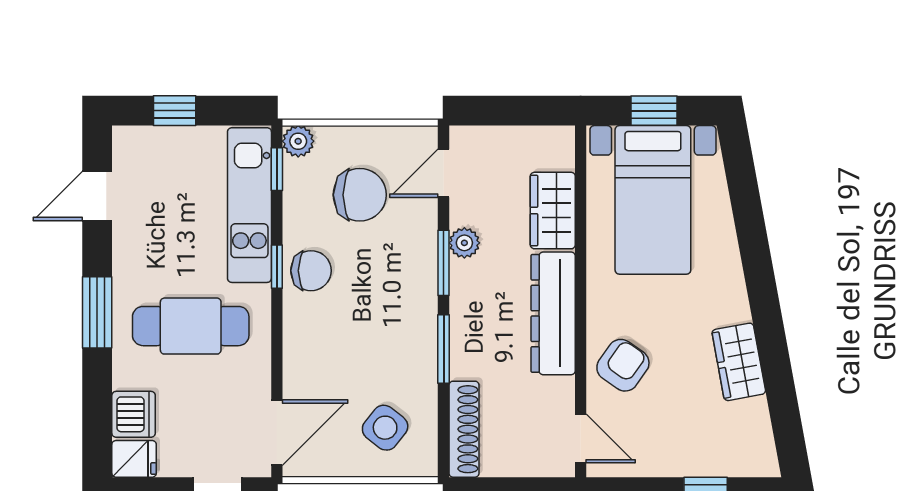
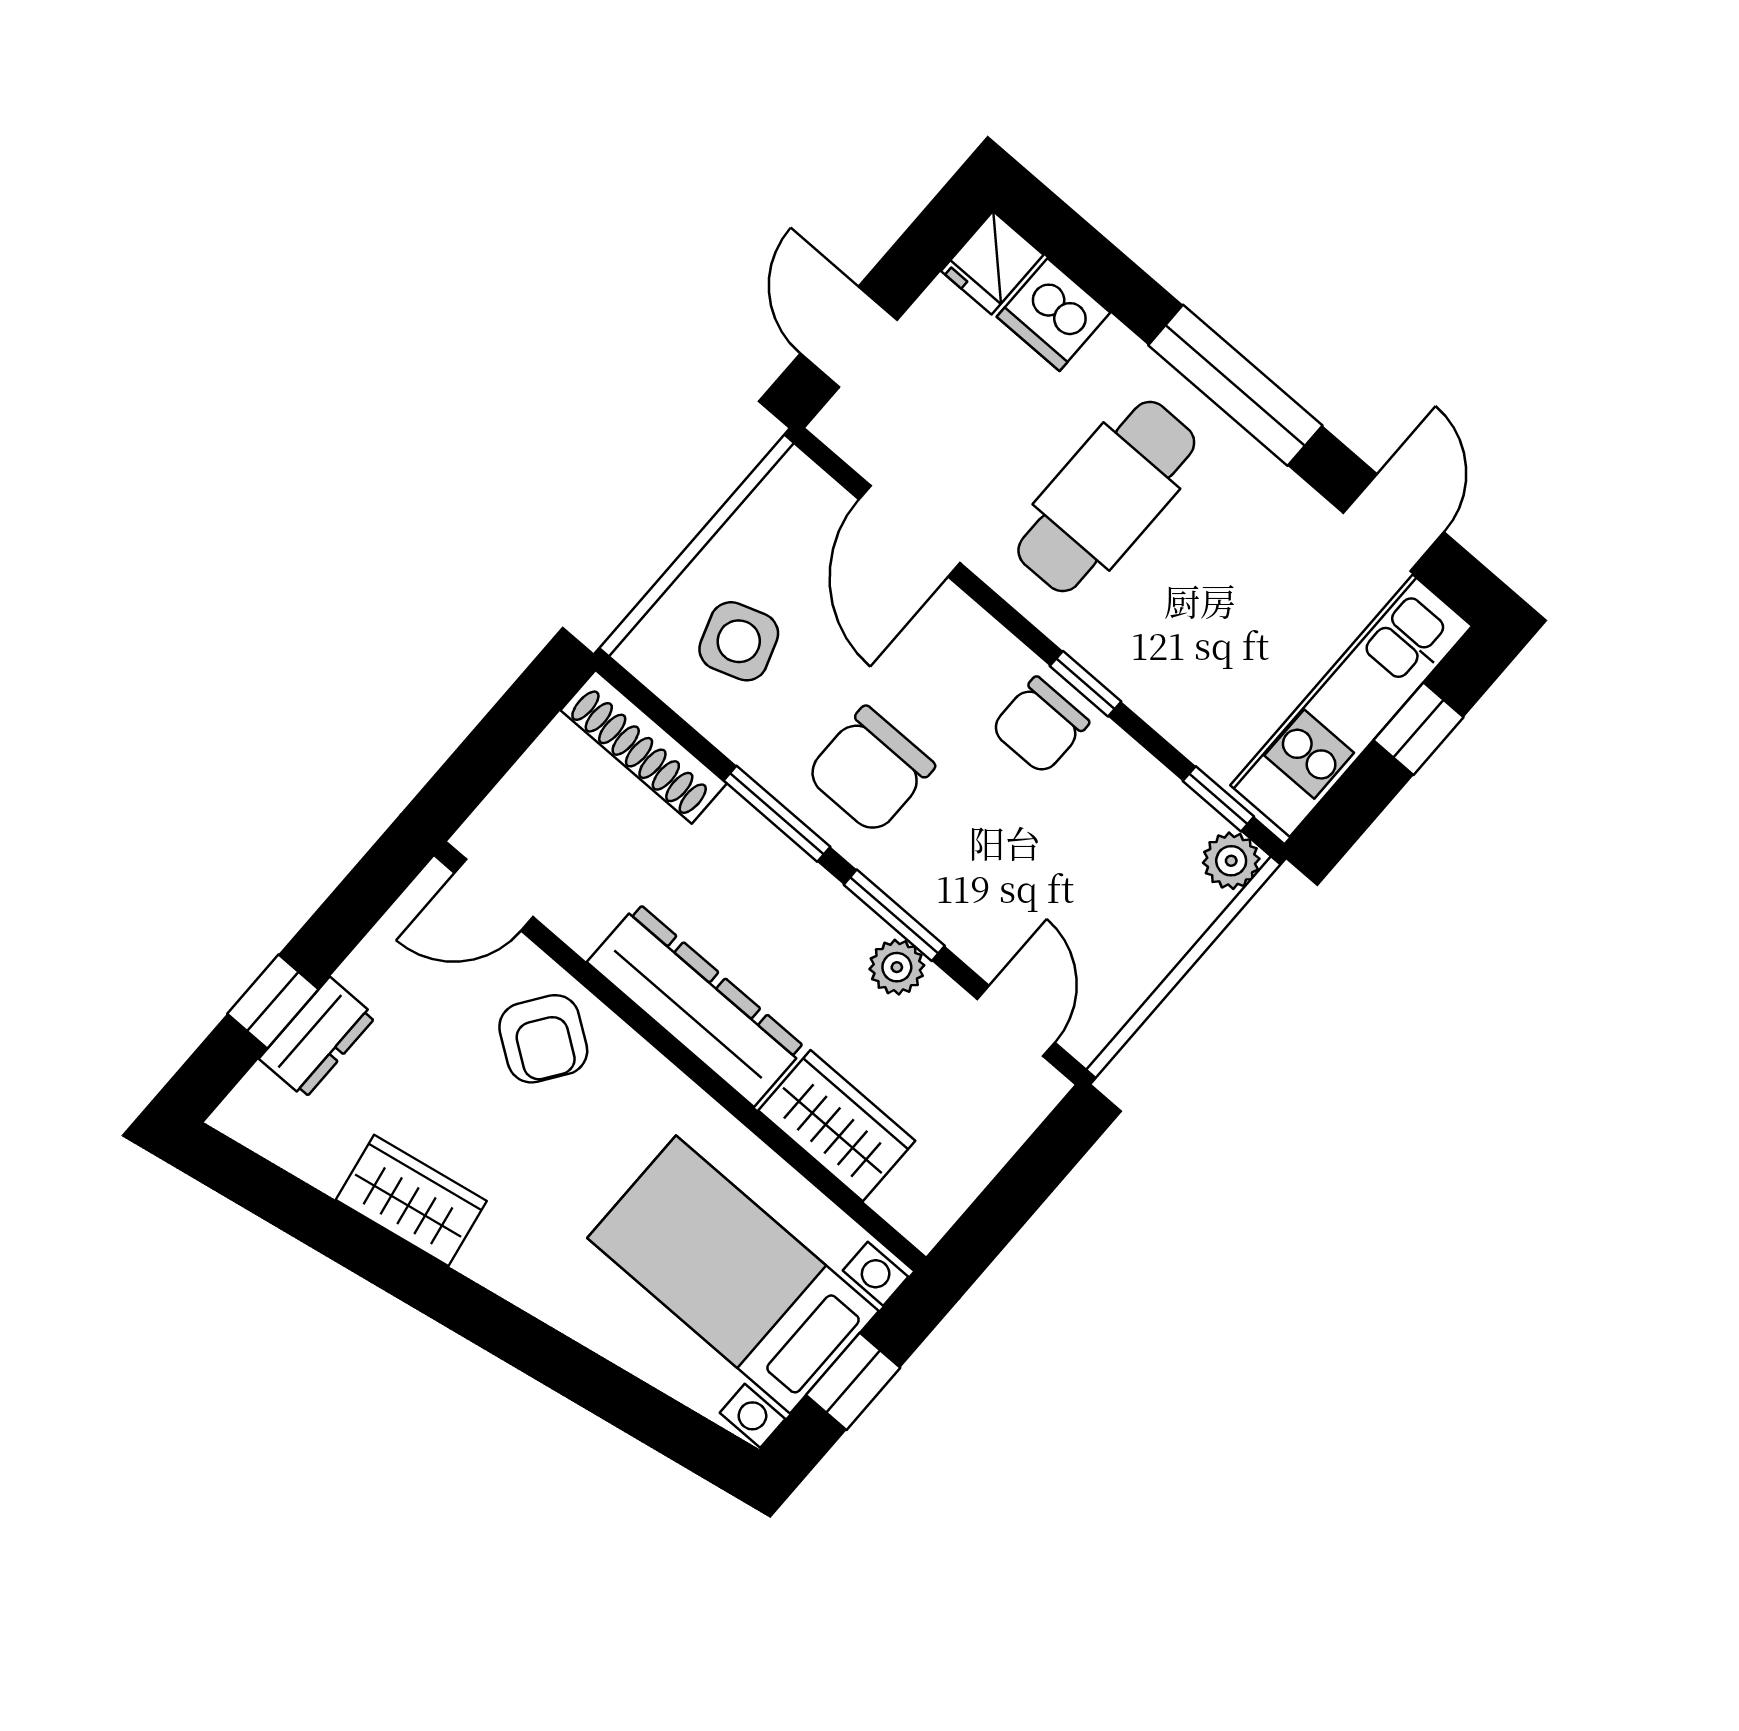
chair: (360, 195) -> (870, 770), moved
kitchen unit: (249, 205) -> (1351, 706), moved, turned -90
window: (97, 312) -> (1235, 385), width x1.44
side table: (385, 428) -> (739, 641), turned 33
door: (277, 433) -> (909, 531), moved
dresser: (705, 460) -> (317, 1038), added

